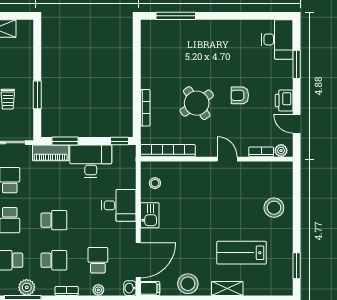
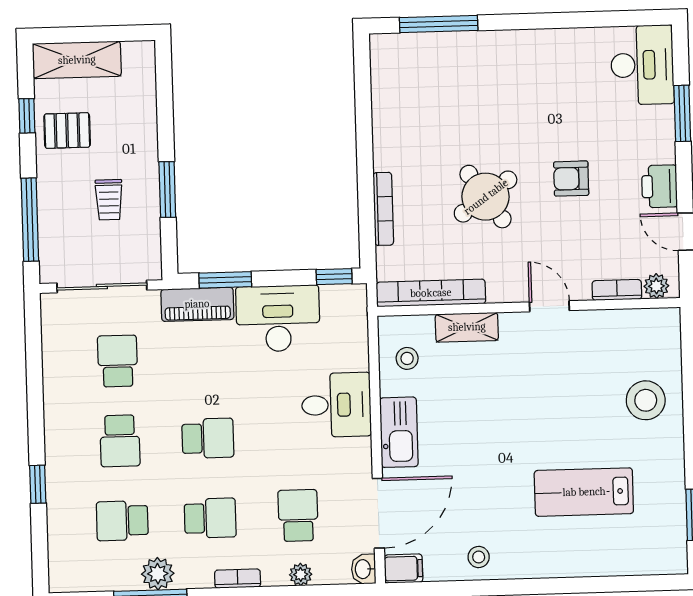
kitchen sink: (150, 215) -> (399, 432), width x1.38
stool: (188, 284) -> (479, 557), width x0.53, depth x0.53
shelving: (227, 288) -> (467, 327), moved

